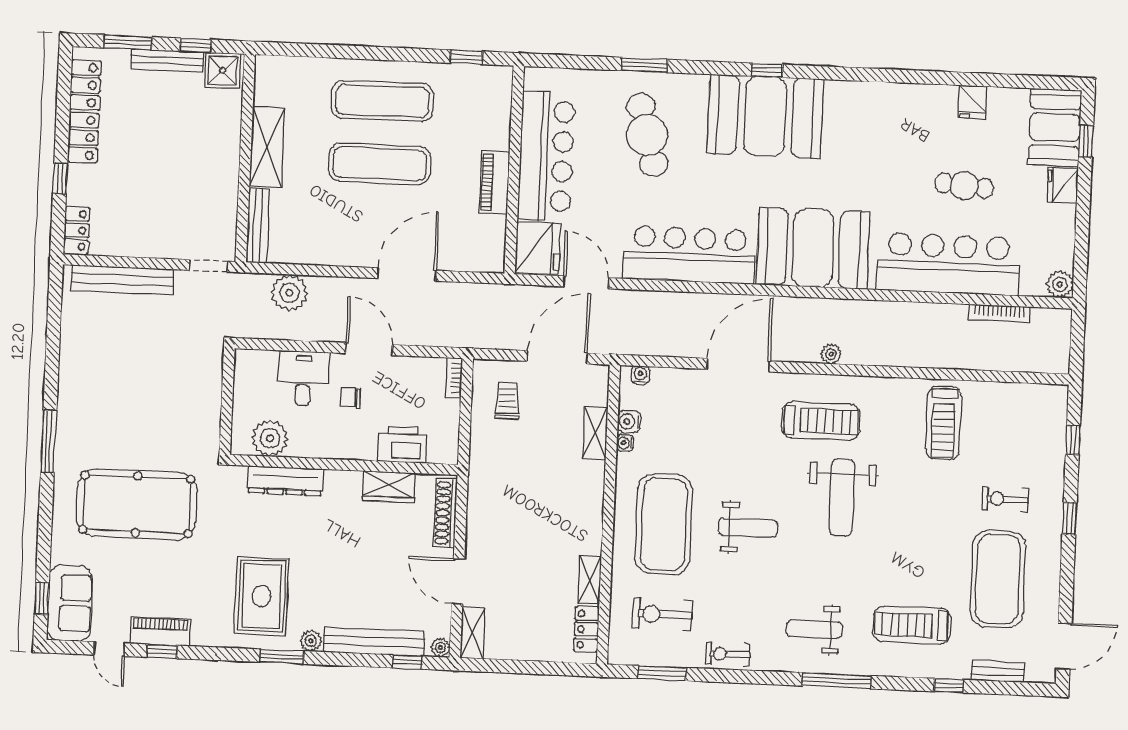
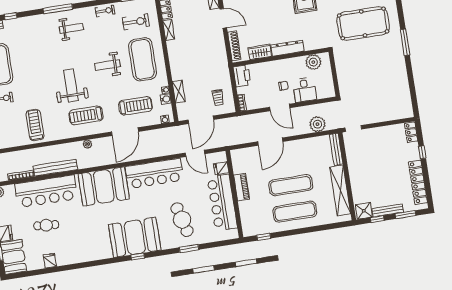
shelving: (267, 147) -> (340, 190), width x1.47
fridge: (538, 248) -> (221, 168), width x0.53, depth x0.75
bench: (122, 280) -> (55, 168), moved
printer: (402, 445) -> (242, 76), moved, turned -90
dresser: (285, 481) -> (288, 48), moved
treadmill: (912, 625) -> (135, 106), moved

